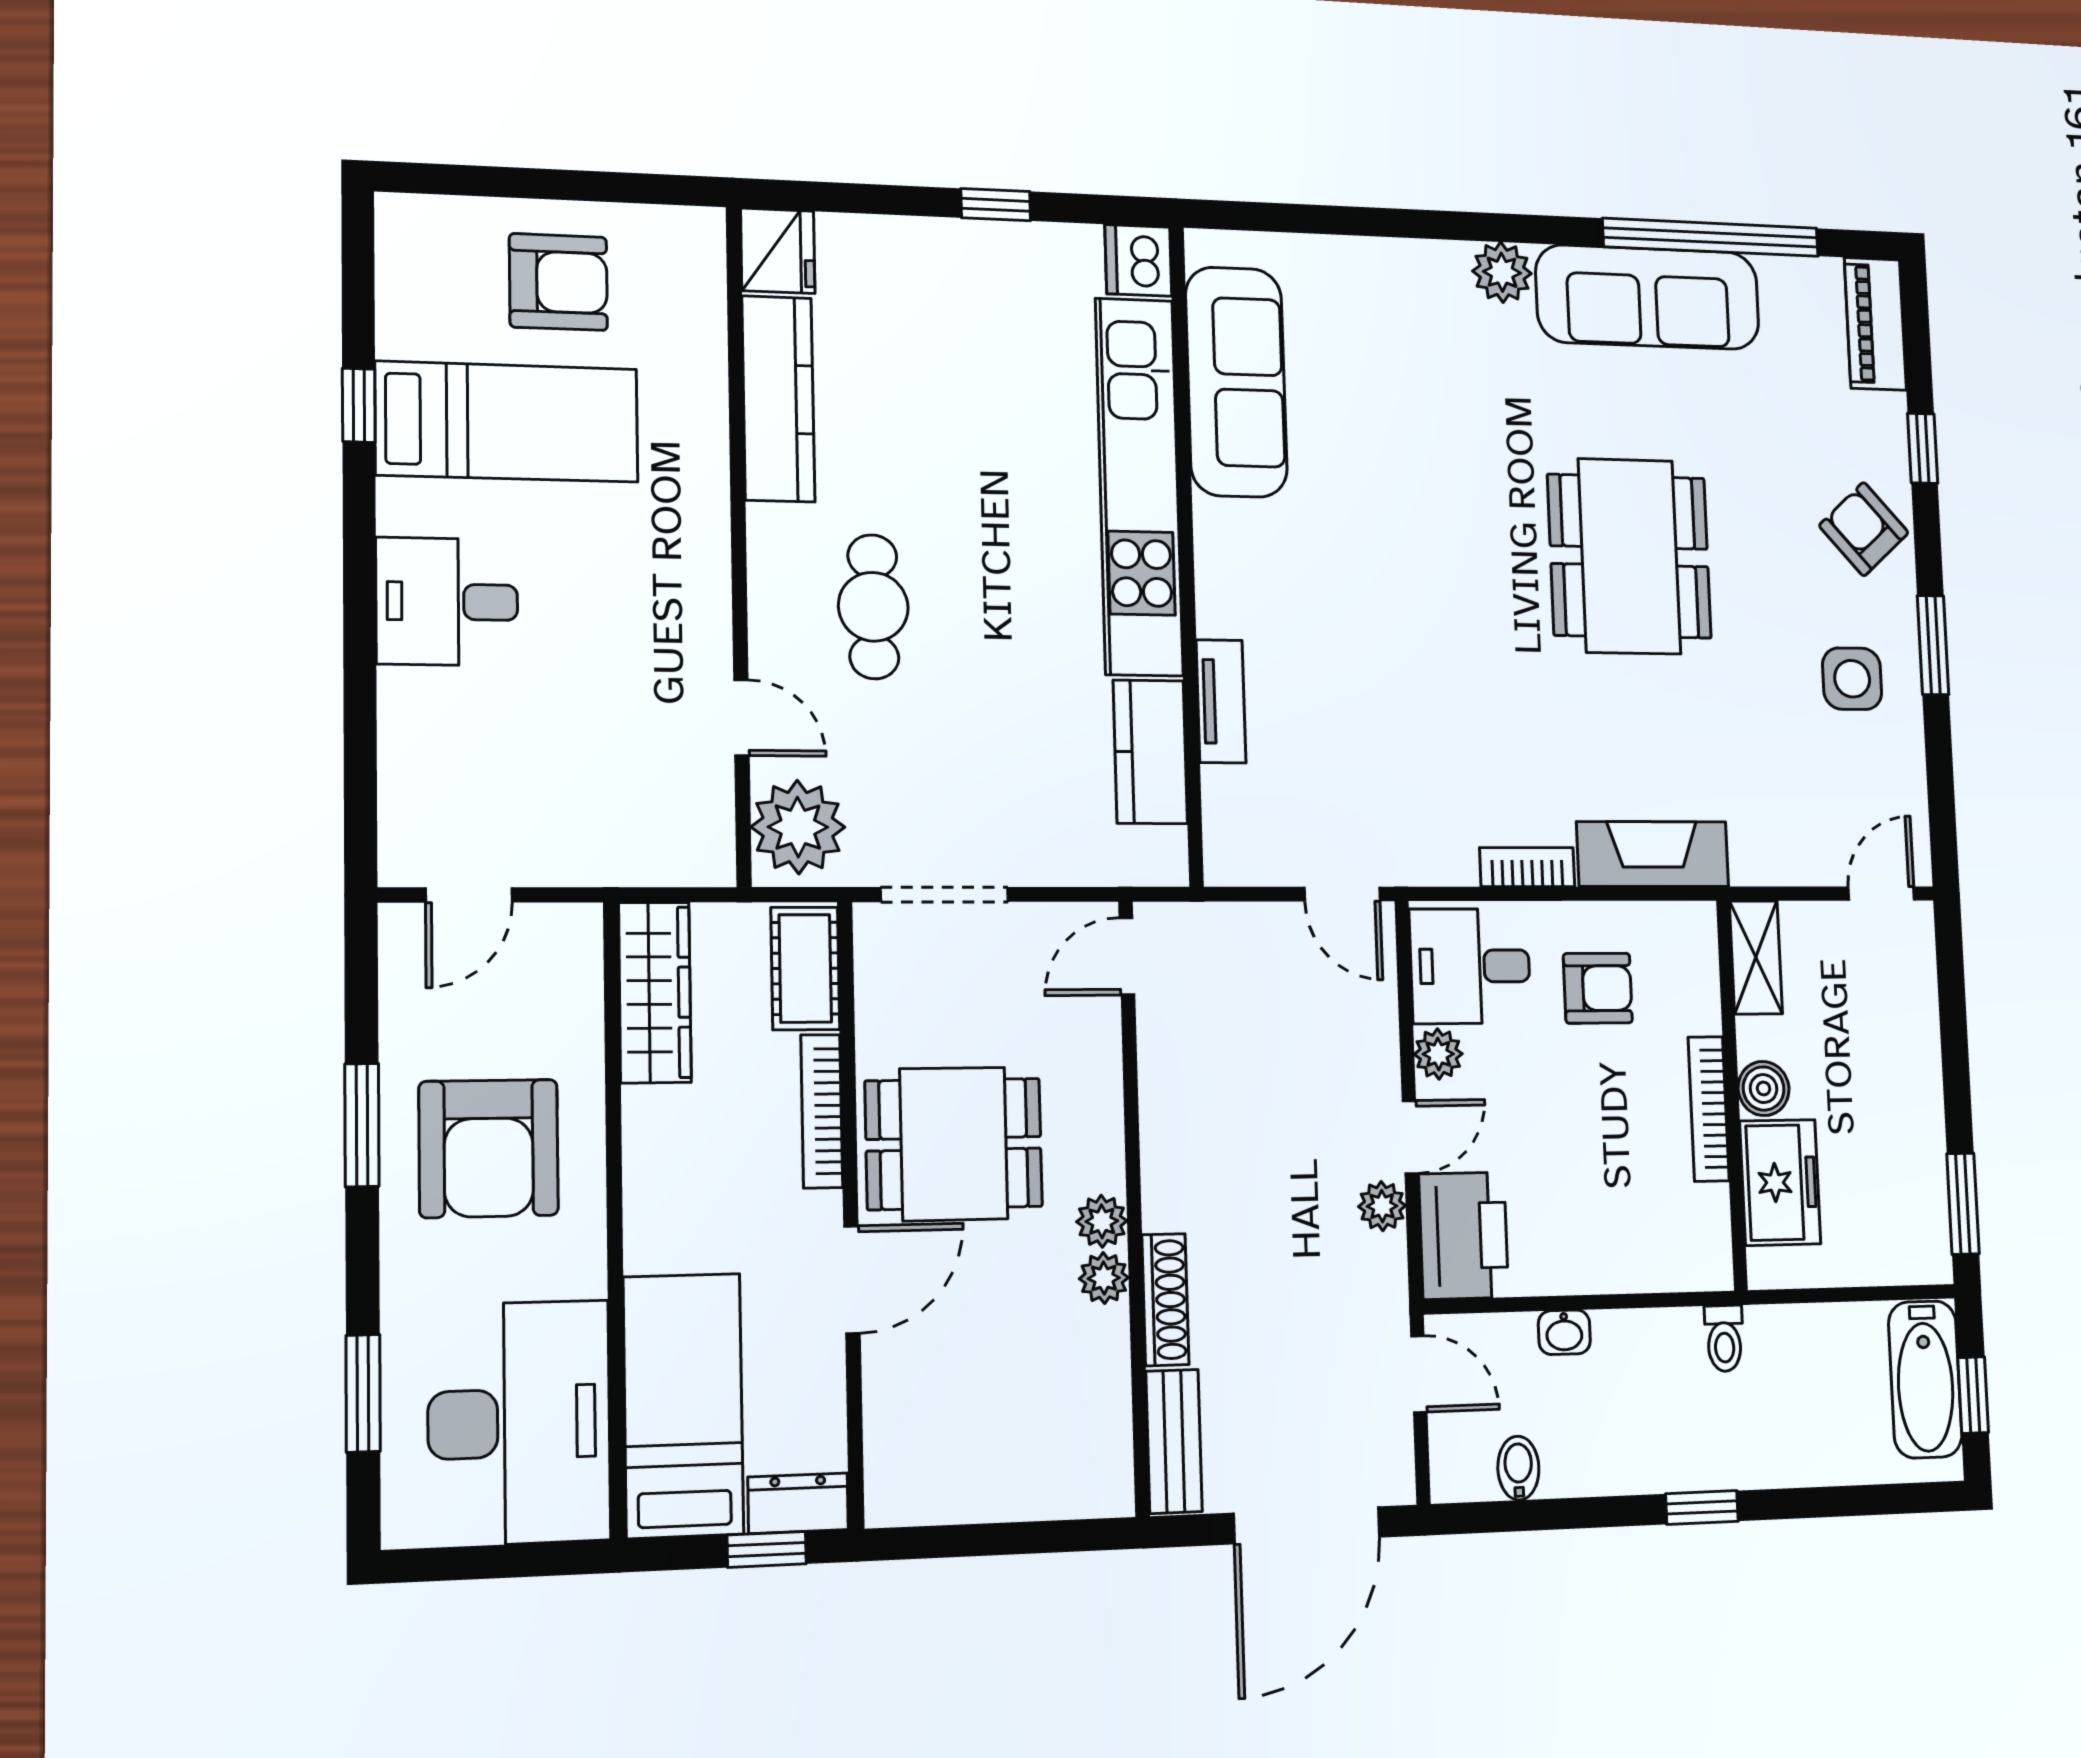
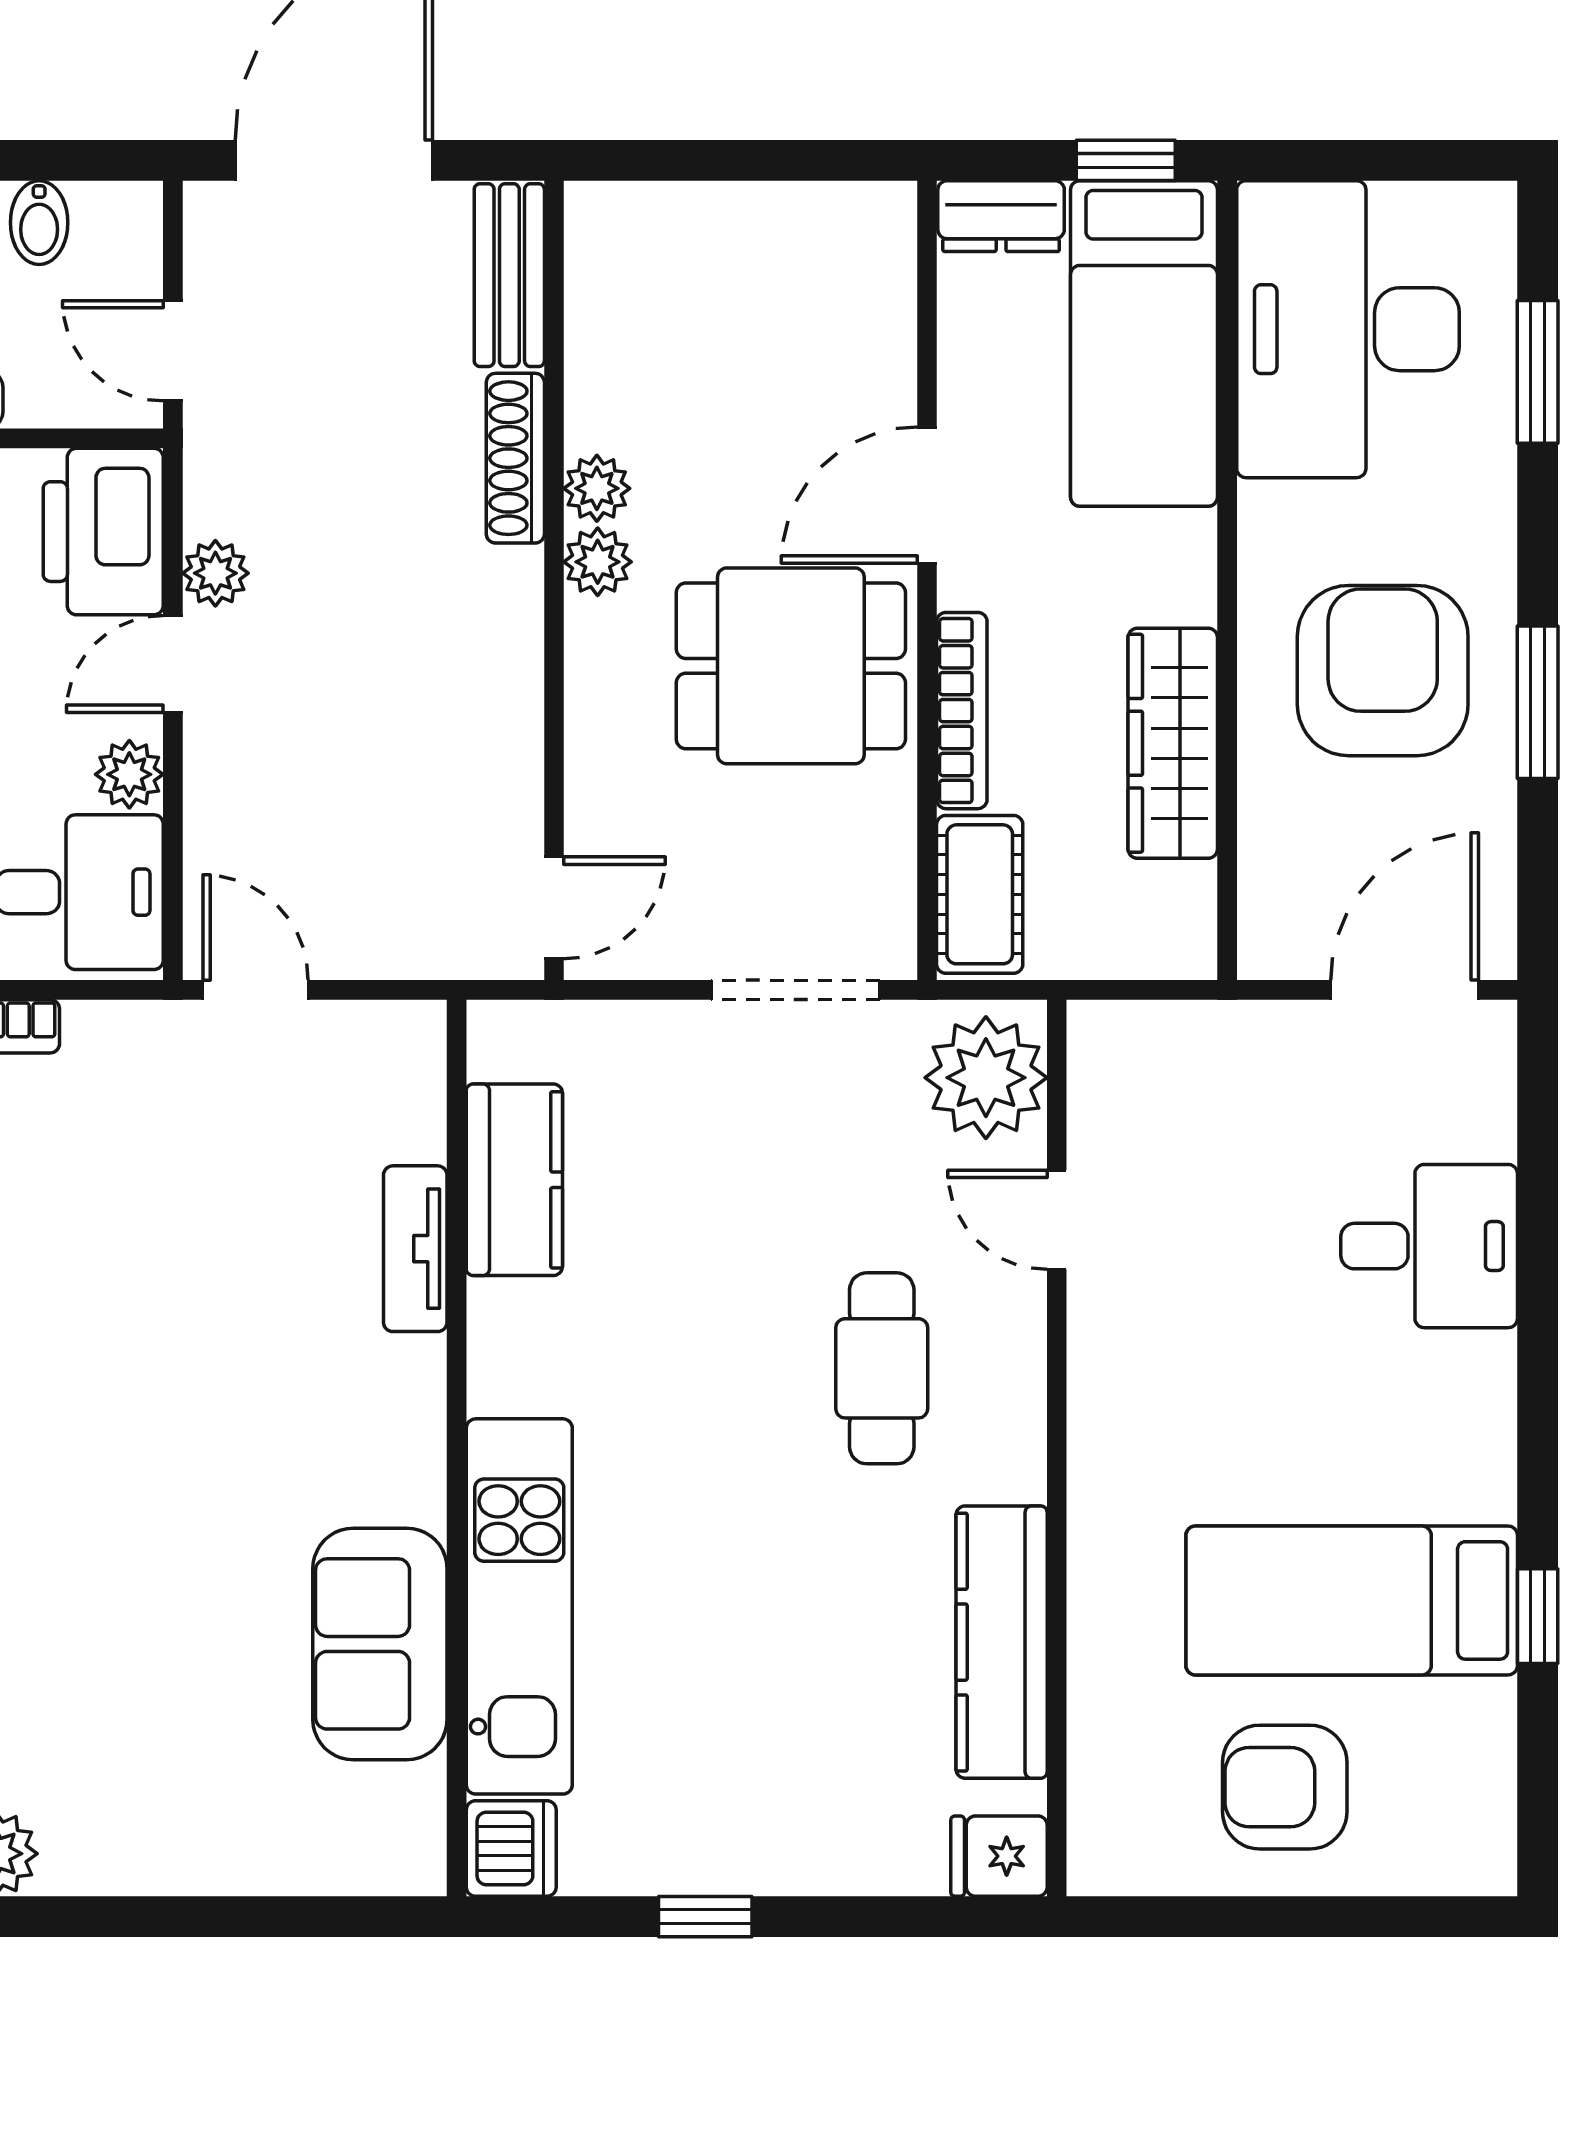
fridge: (778, 251) -> (999, 1856), width x0.72
sofa: (1236, 382) -> (380, 1644), width x0.73
kitchen unit: (1139, 486) -> (519, 1606), width x0.73
desk: (447, 602) -> (1429, 1246), moved
door: (469, 895) -> (1405, 990), width x1.38
wardrobe: (655, 992) -> (1173, 743), moved
window: (767, 1549) -> (1126, 160), moved

